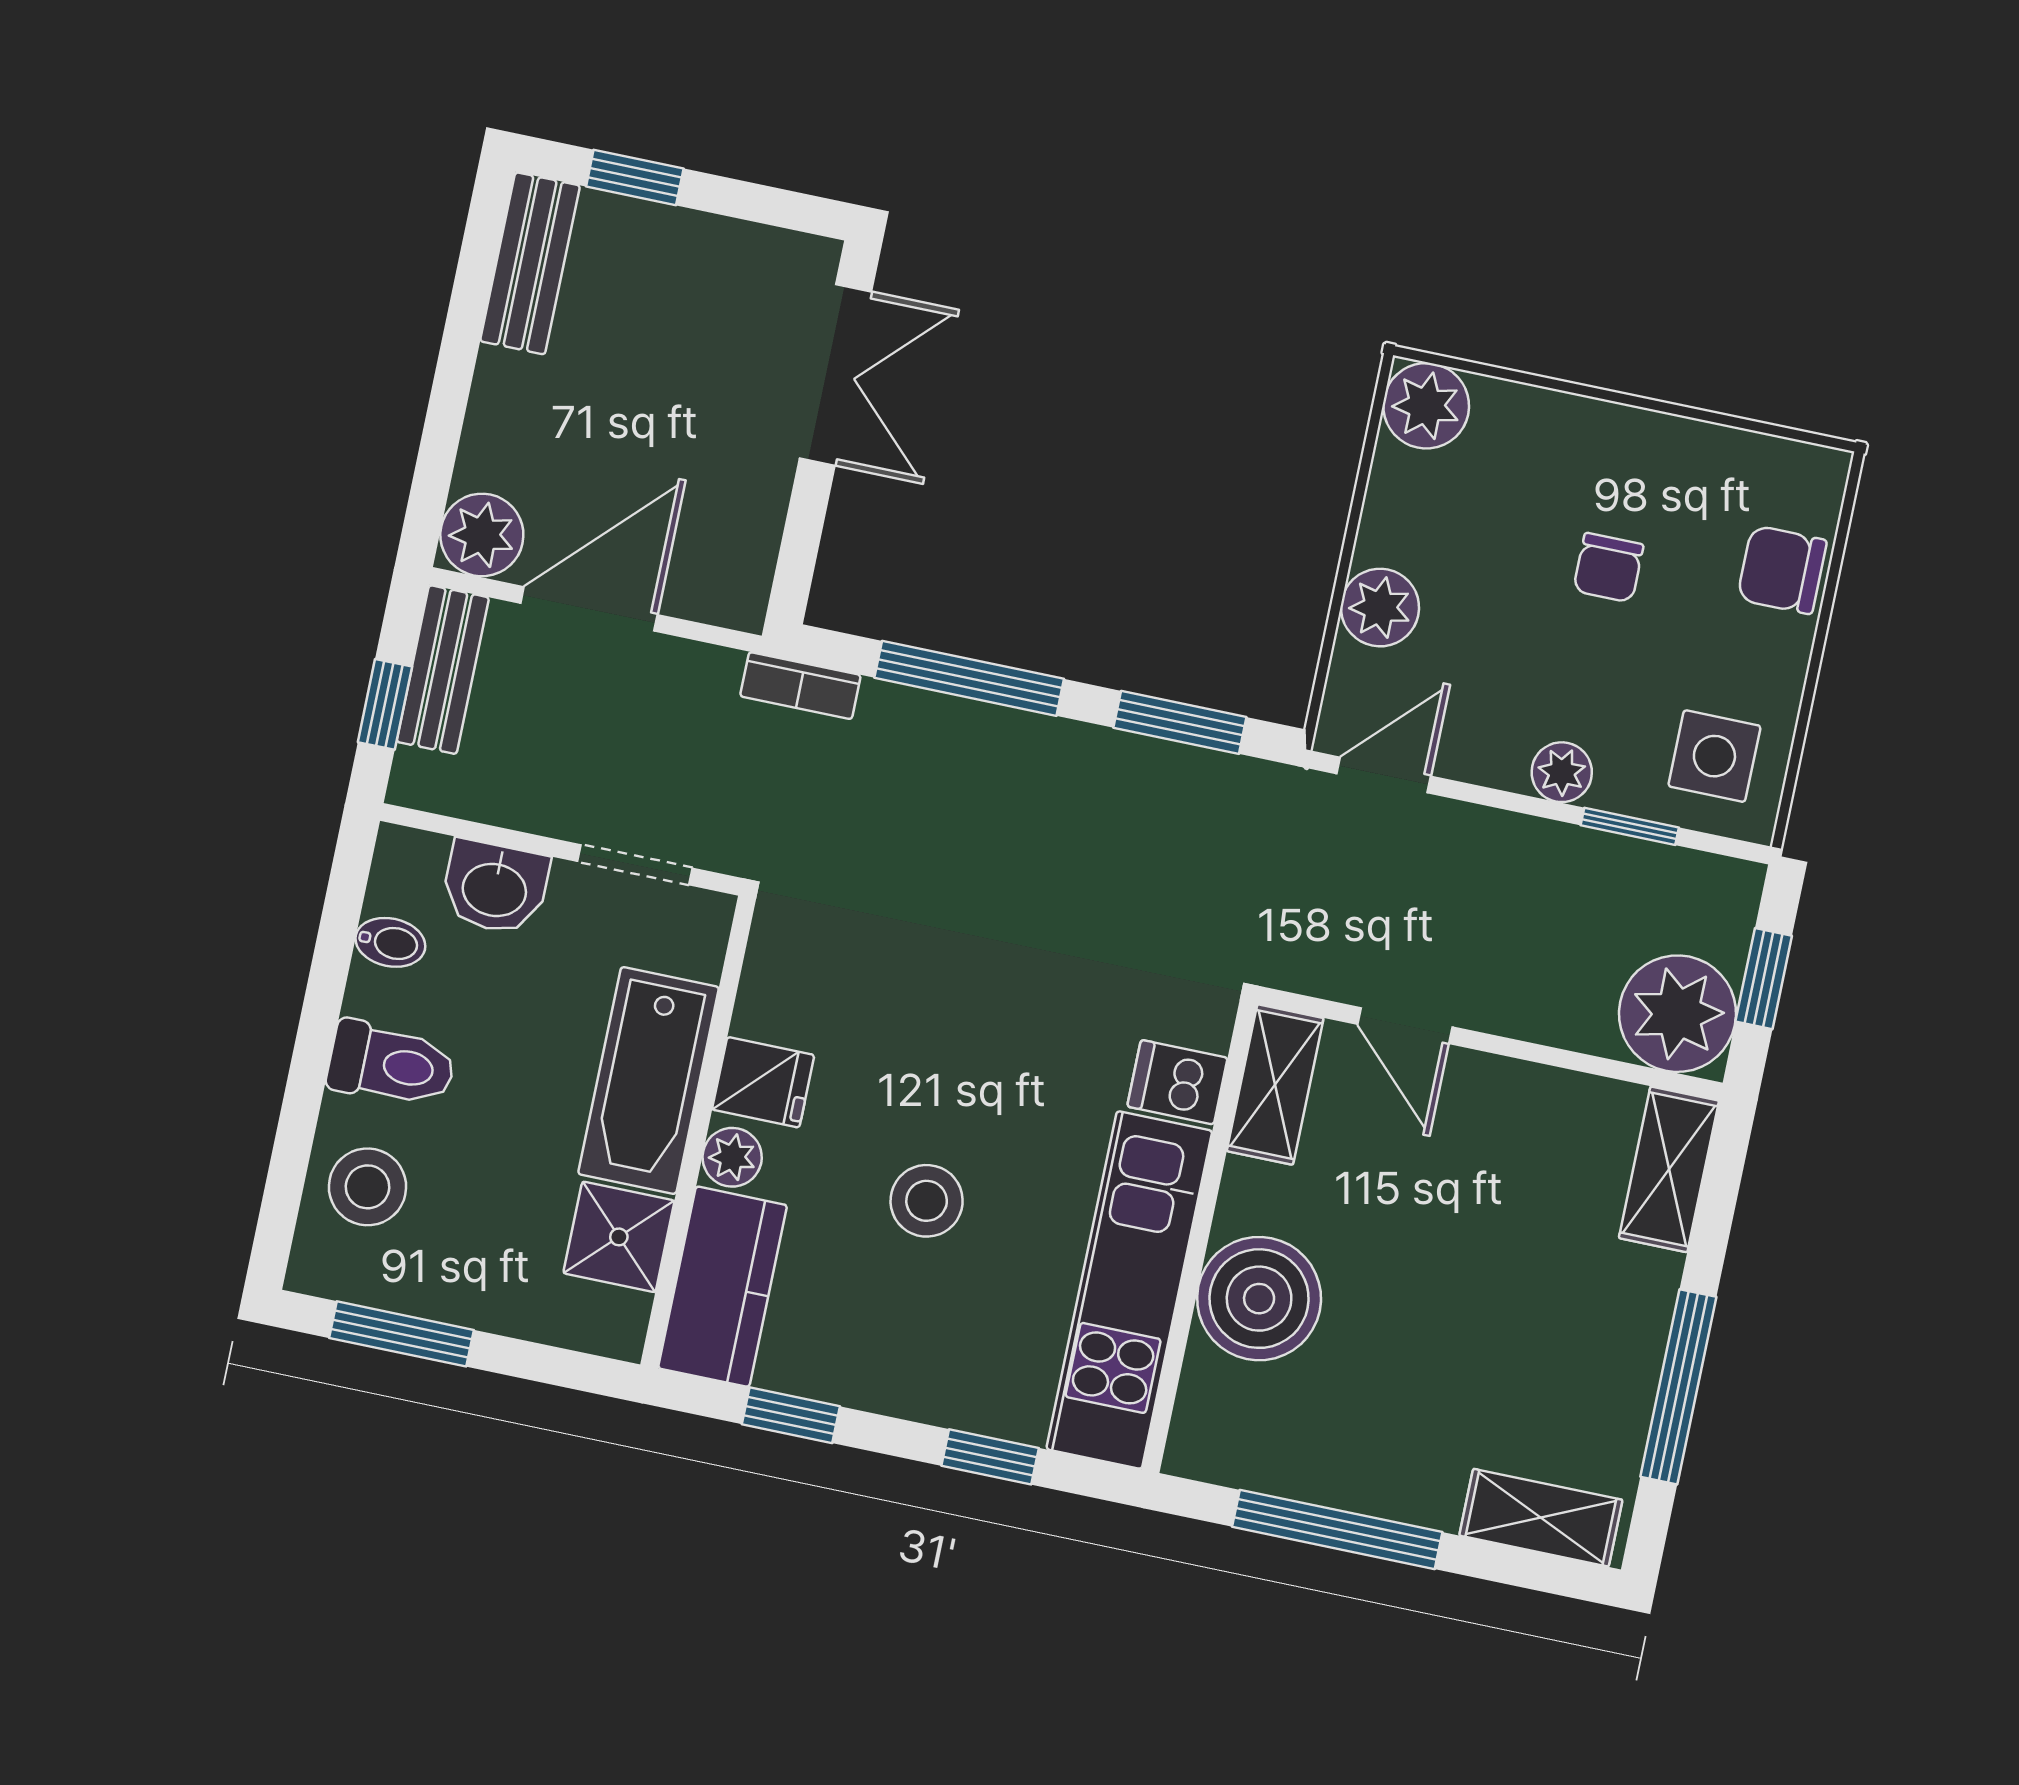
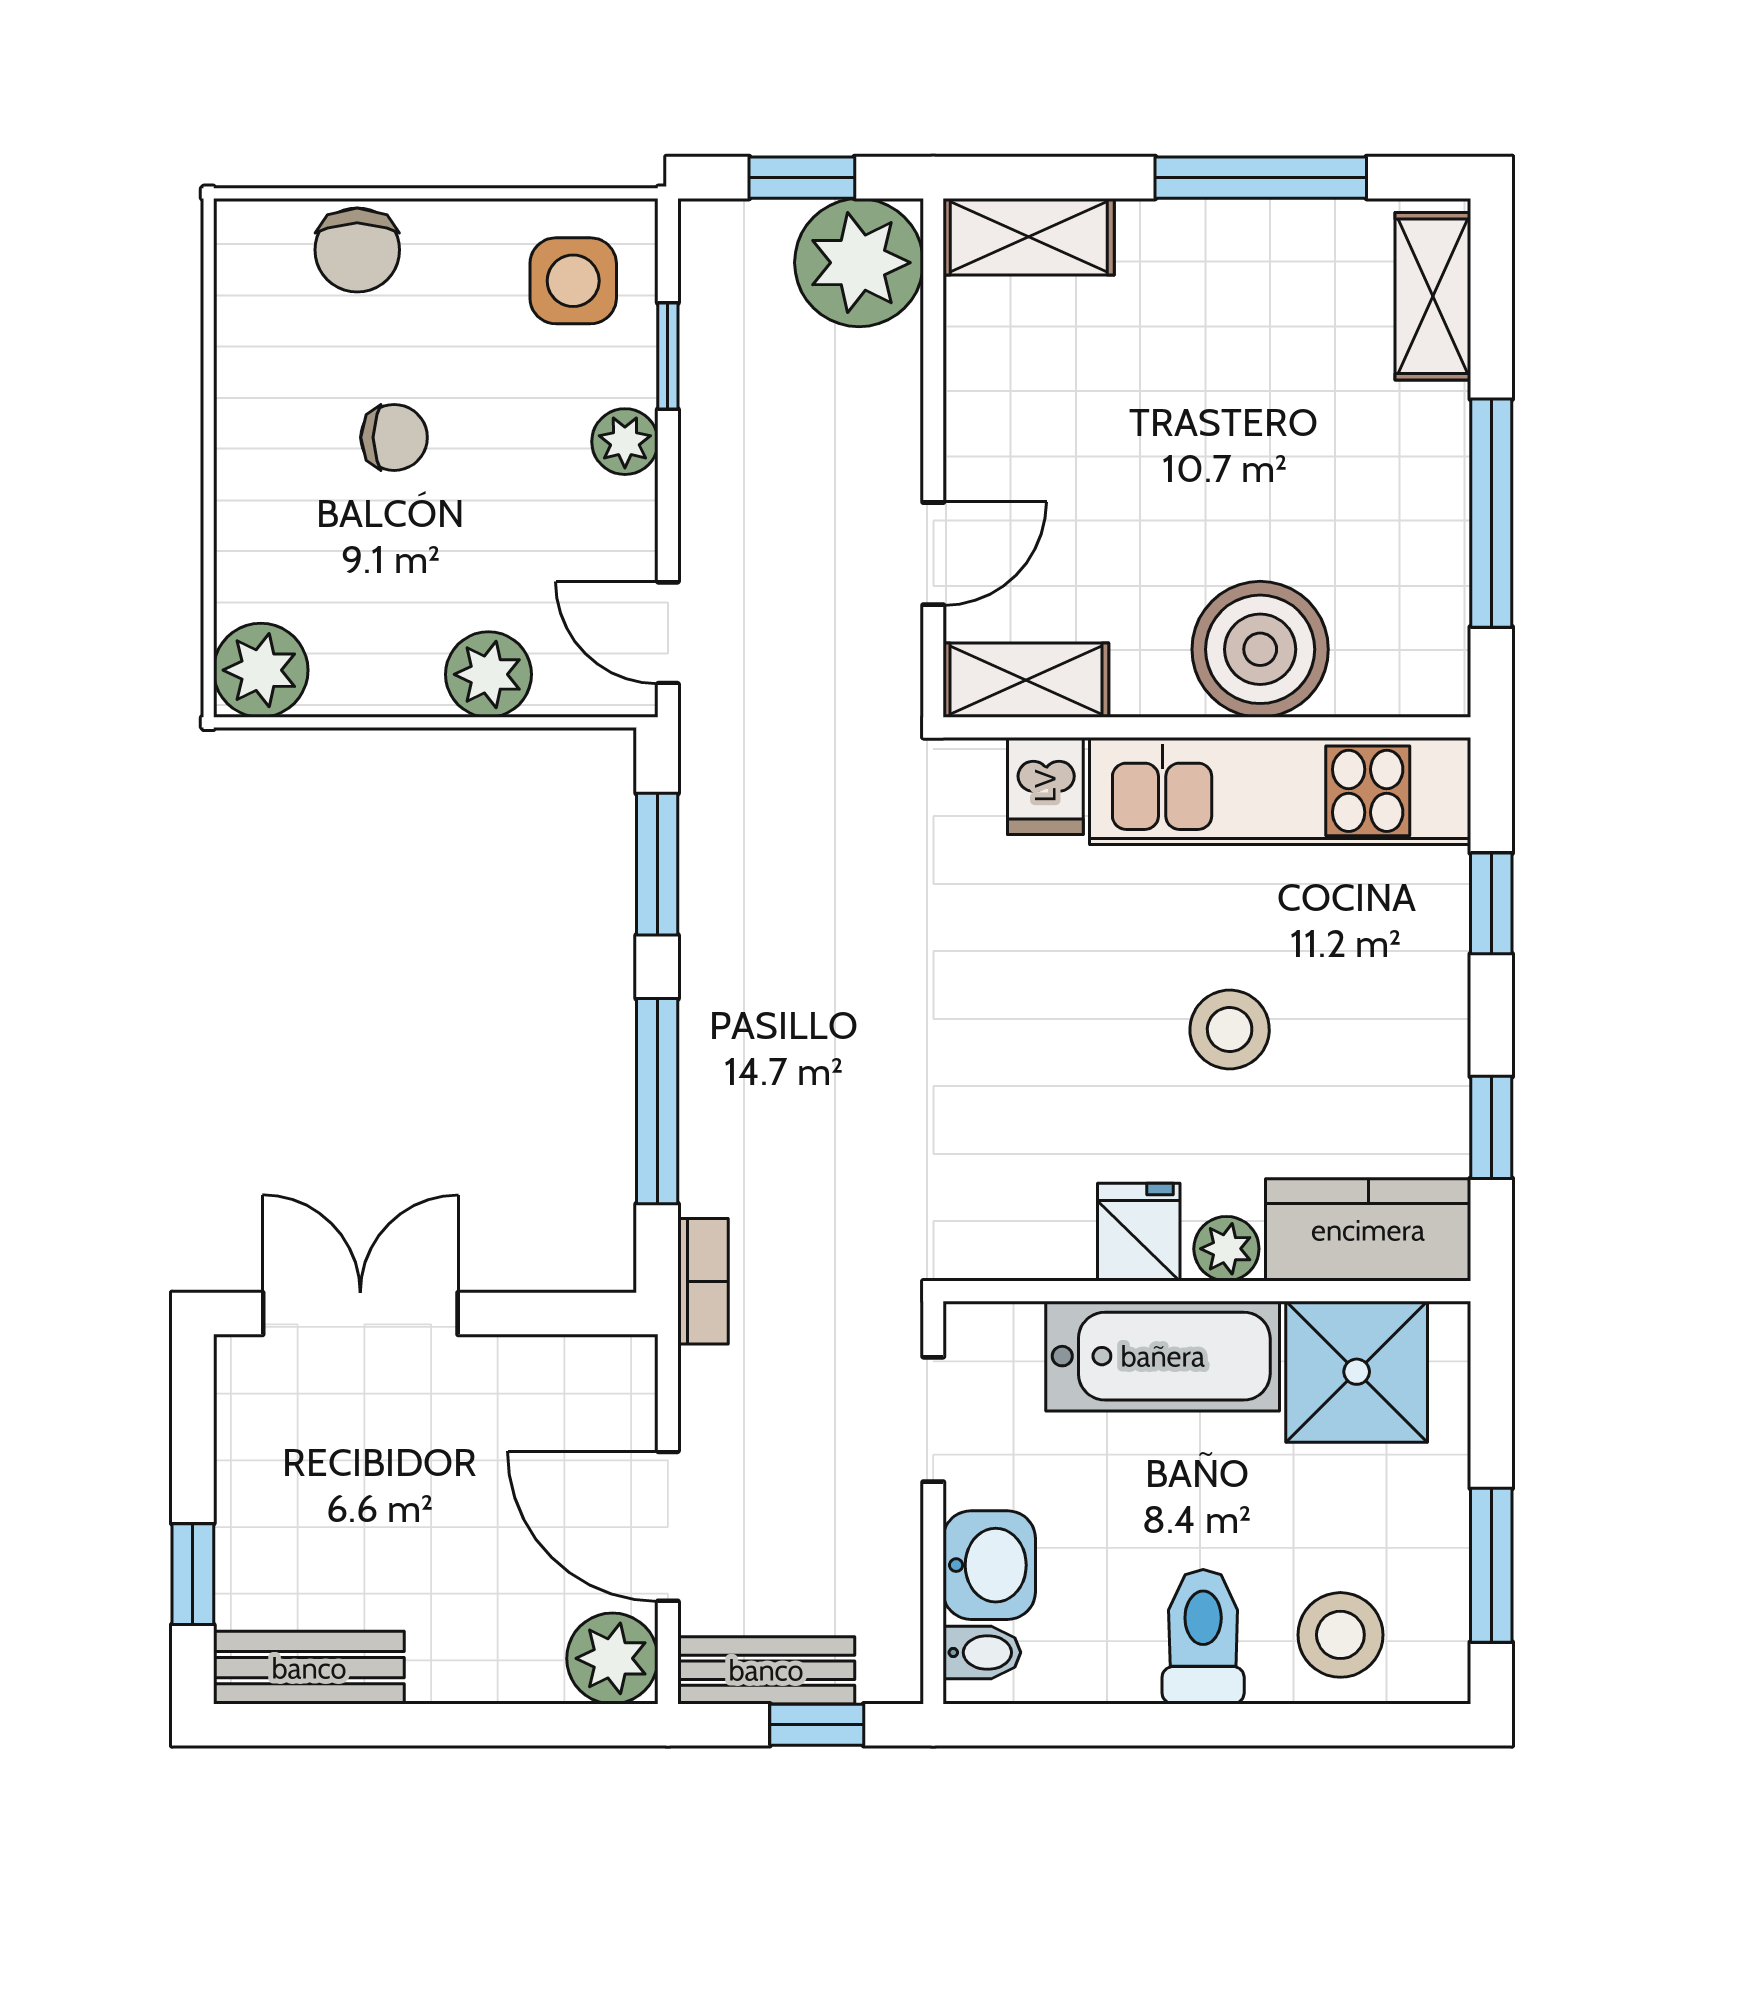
bidet: (390, 942) -> (982, 1652), moved, turned 90
shower: (619, 1237) -> (1357, 1372), width x1.36, depth x1.36

